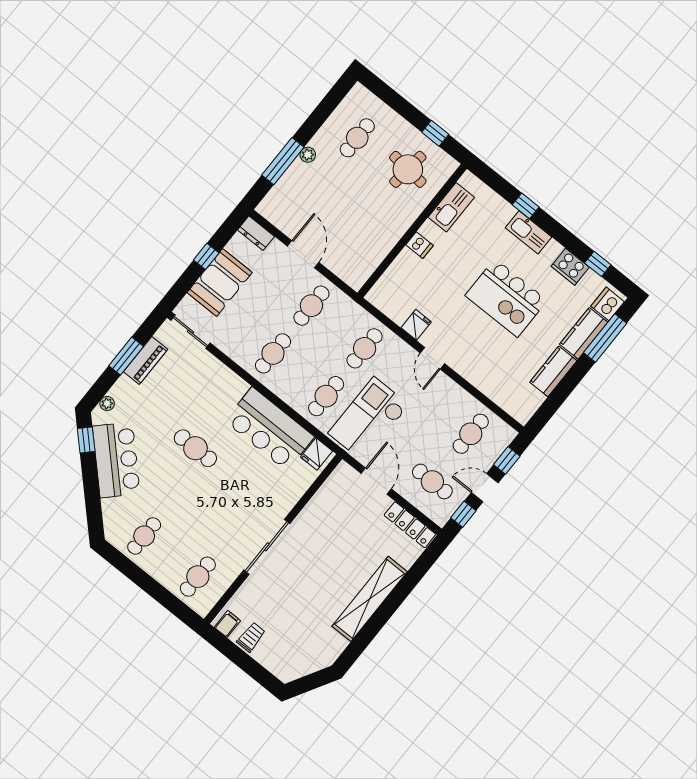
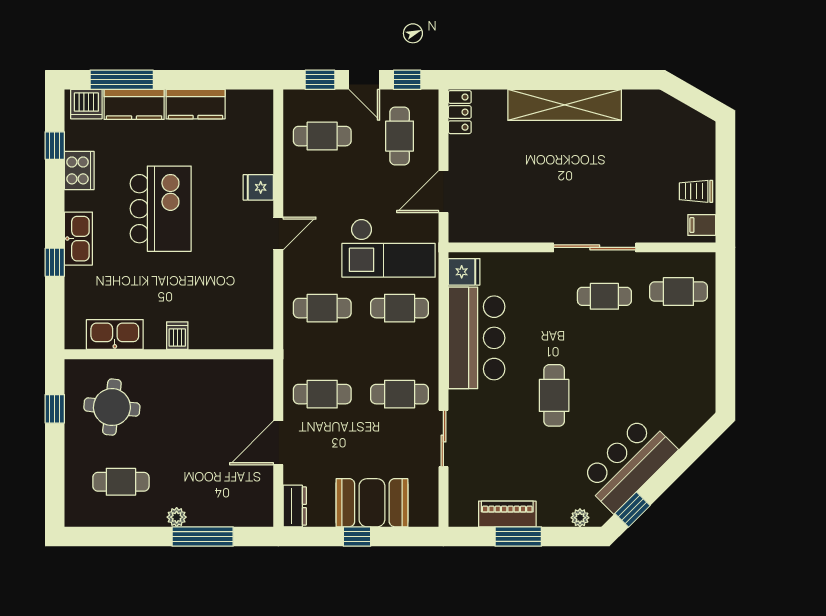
fridge: (416, 325) -> (258, 187), moved
sliding door: (190, 332) -> (443, 439), moved
locker: (410, 525) -> (460, 112), width x0.66
cafe table: (144, 536) -> (604, 296), moved

